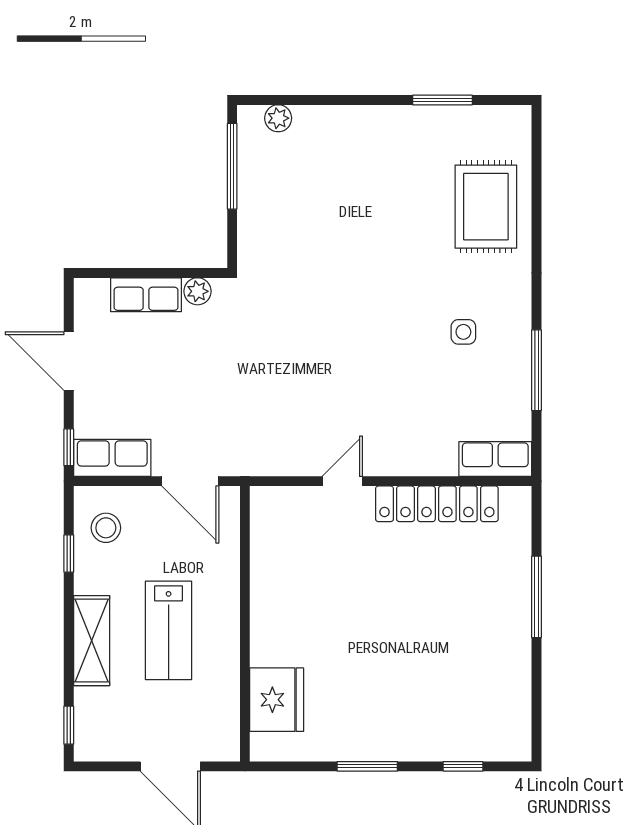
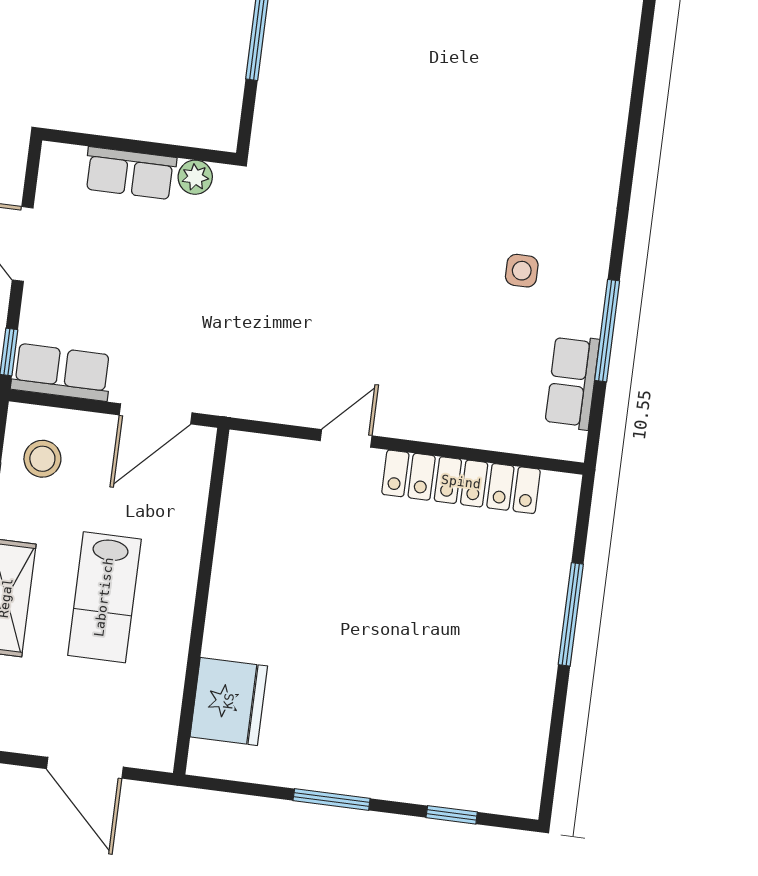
rug: (486, 207) -> (570, 117), removed
row of seats: (495, 459) -> (572, 382), moved, turned -90
door: (190, 481) -> (156, 414), hinge flipped

